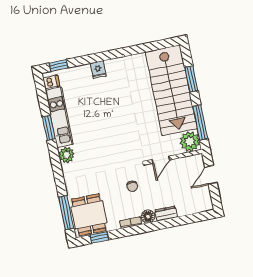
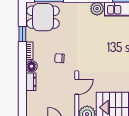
door: (161, 160) -> (77, 87), swing flipped
window: (99, 237) -> (22, 34), moved

